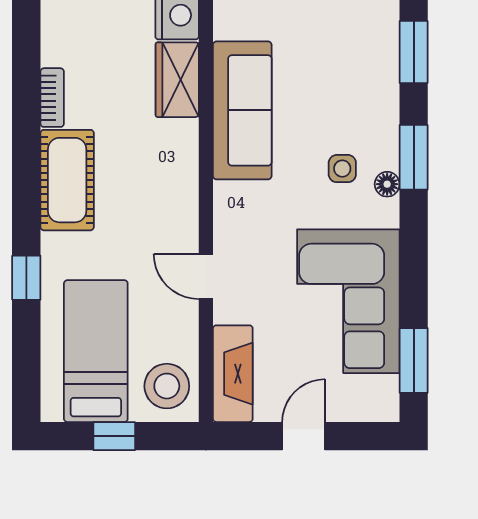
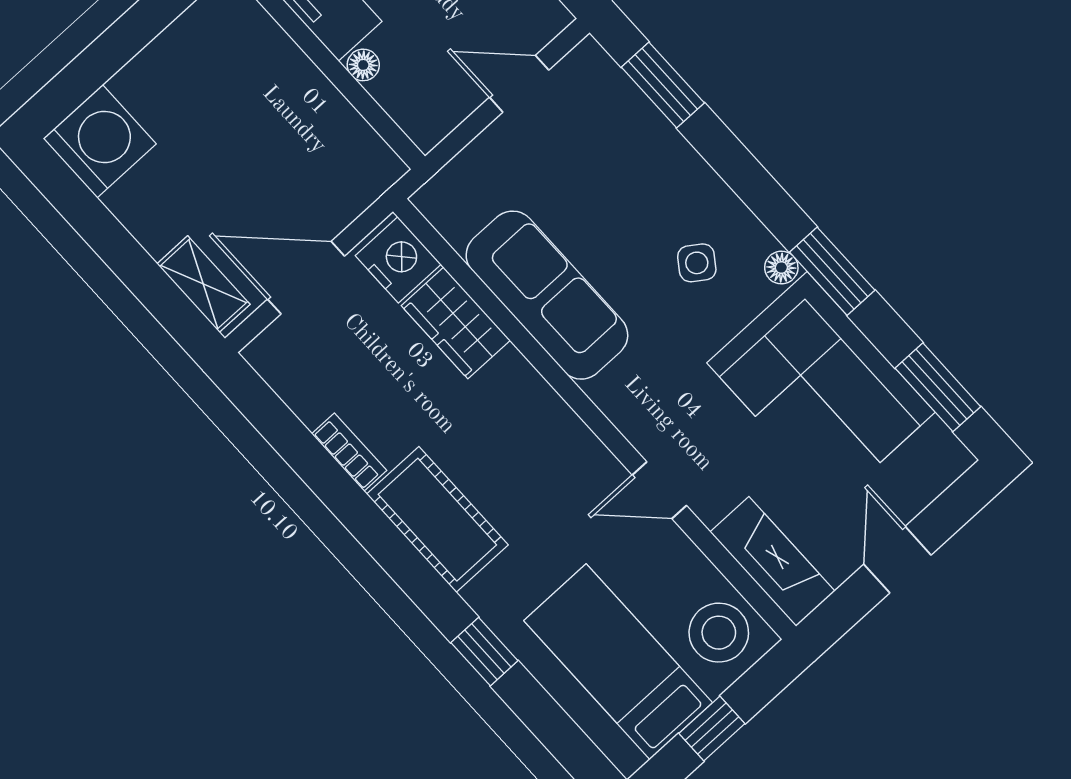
window: (414, 157) -> (832, 271), moved
side table: (342, 169) -> (697, 263), turned 35
floor lamp: (387, 184) -> (781, 268), moved

